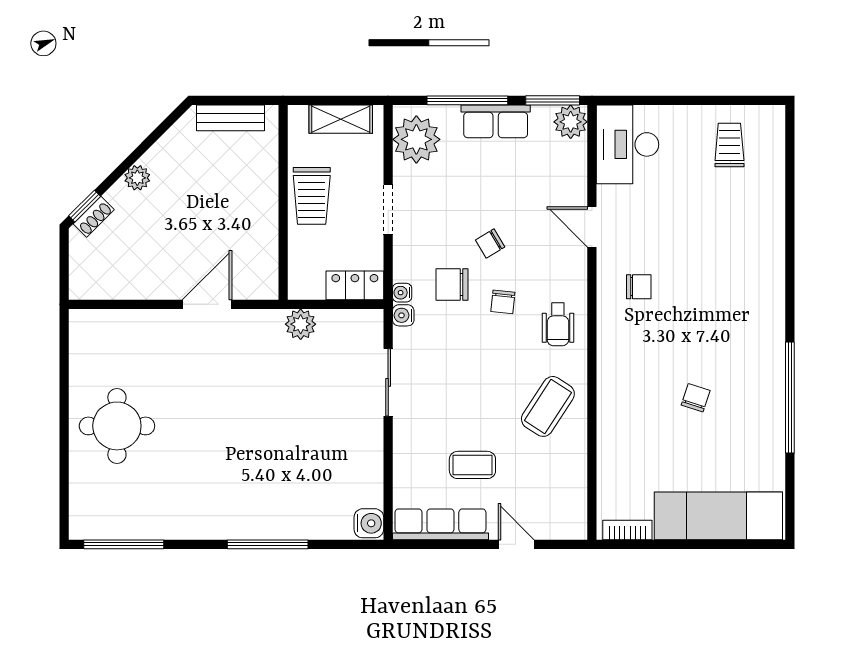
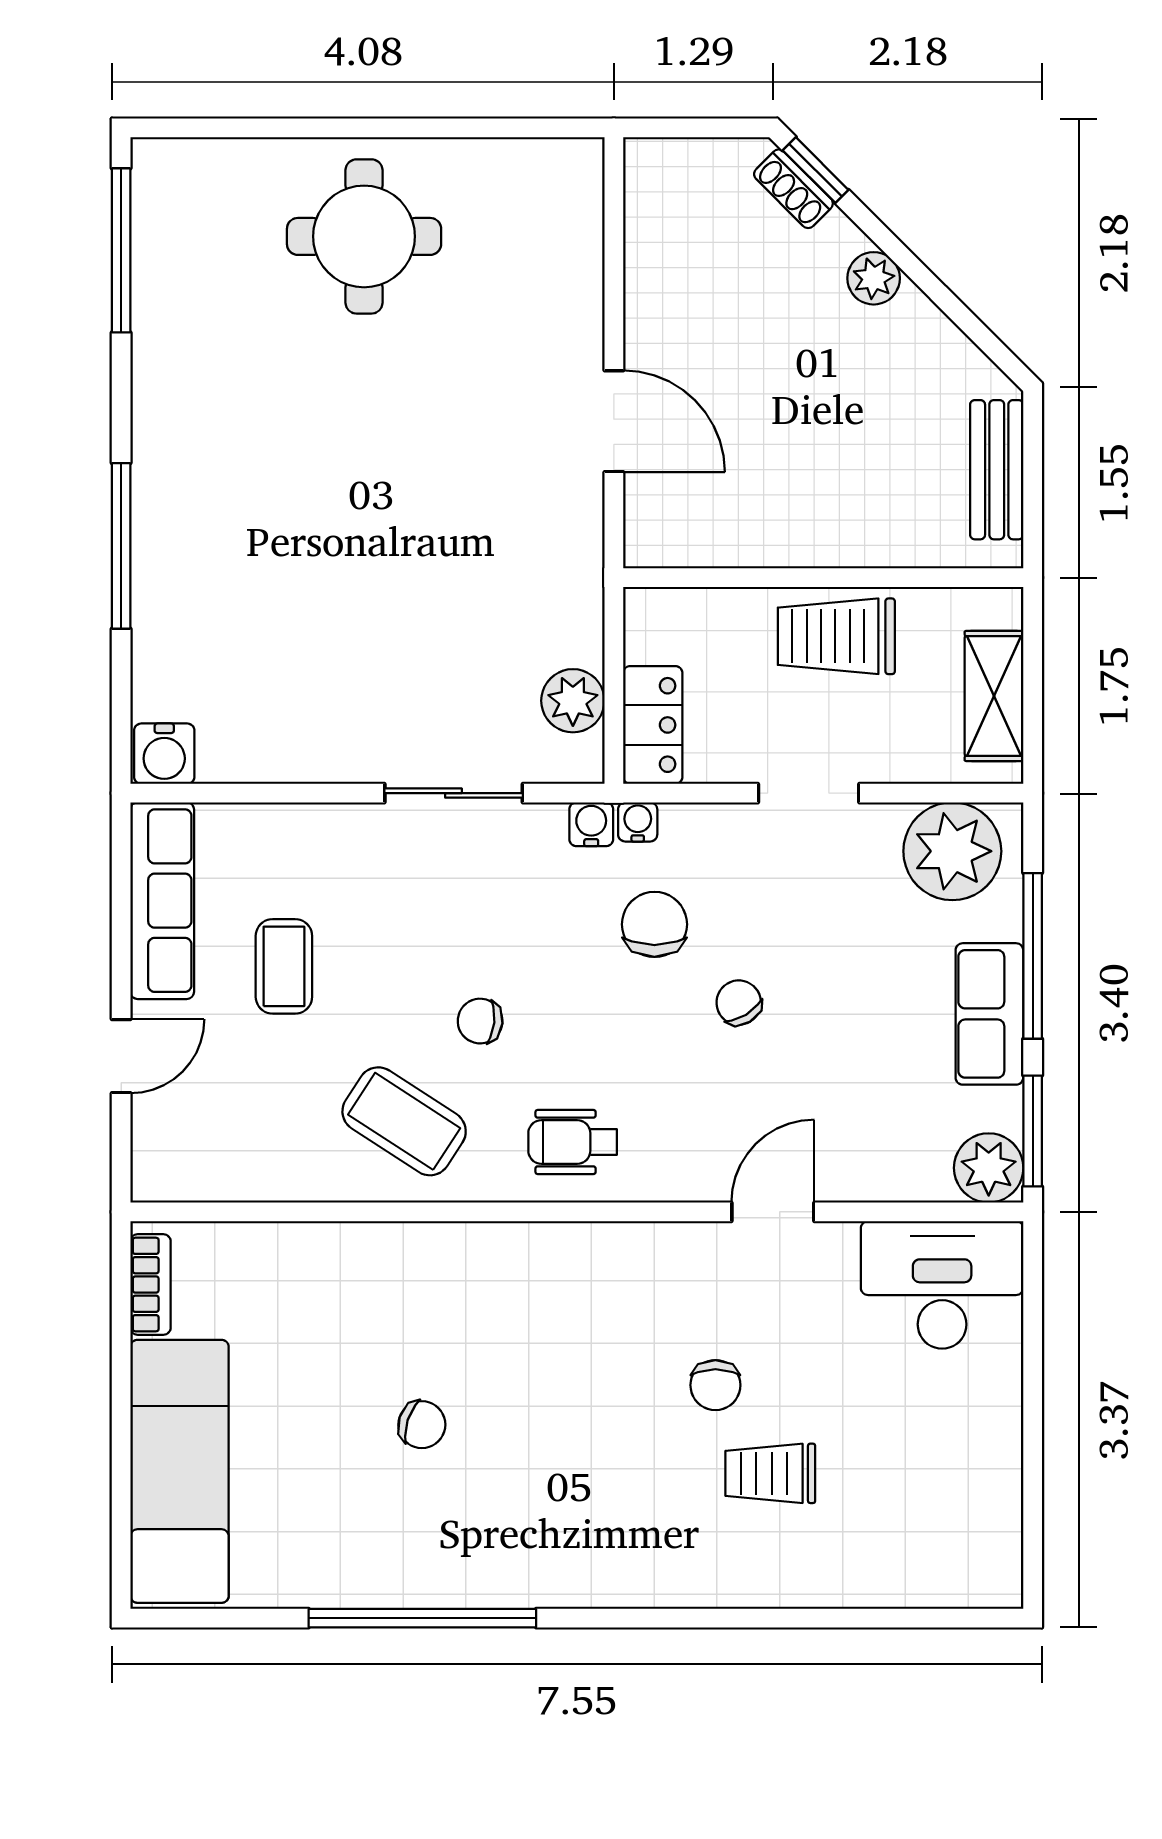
trolley: (729, 145) -> (770, 1473), moved, turned 180
chair: (639, 287) -> (715, 1385), moved
chair: (503, 302) -> (480, 1021), moved
plant: (301, 324) -> (573, 701), moved

